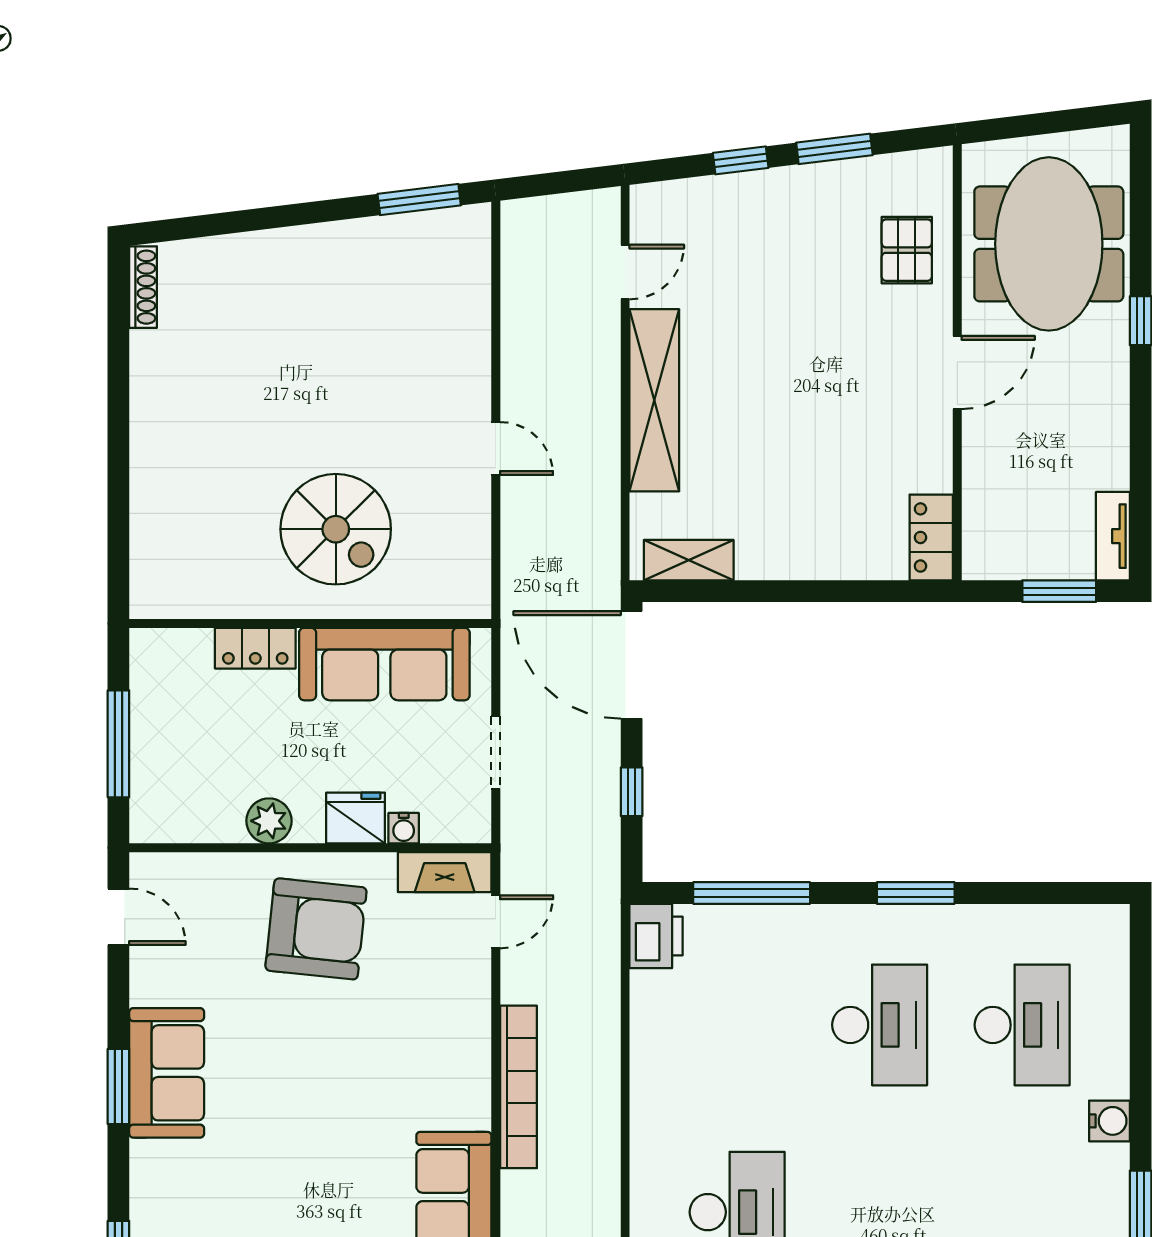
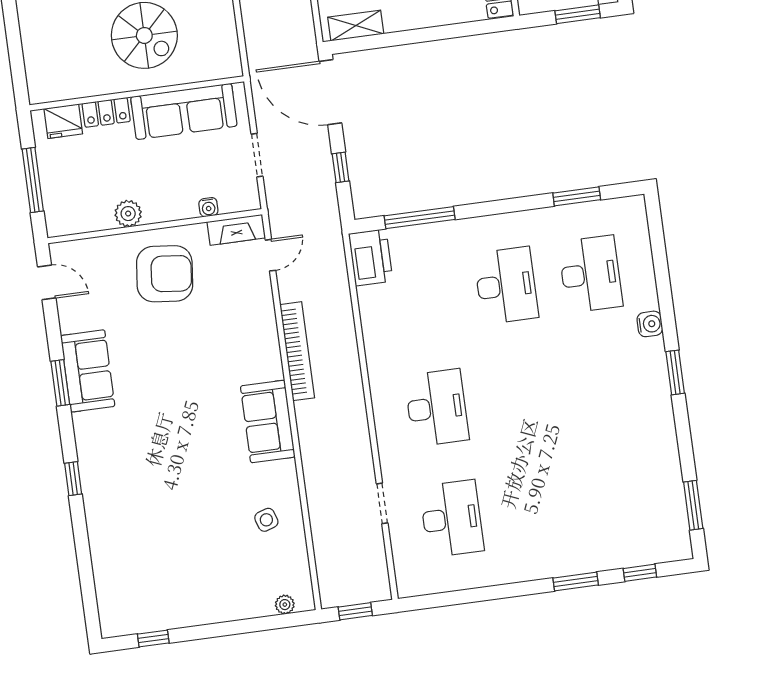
fridge: (356, 818) -> (63, 121), moved, turned 180
window: (916, 893) -> (577, 196), moved
printer: (656, 936) -> (371, 257), width x1.37, depth x1.19

